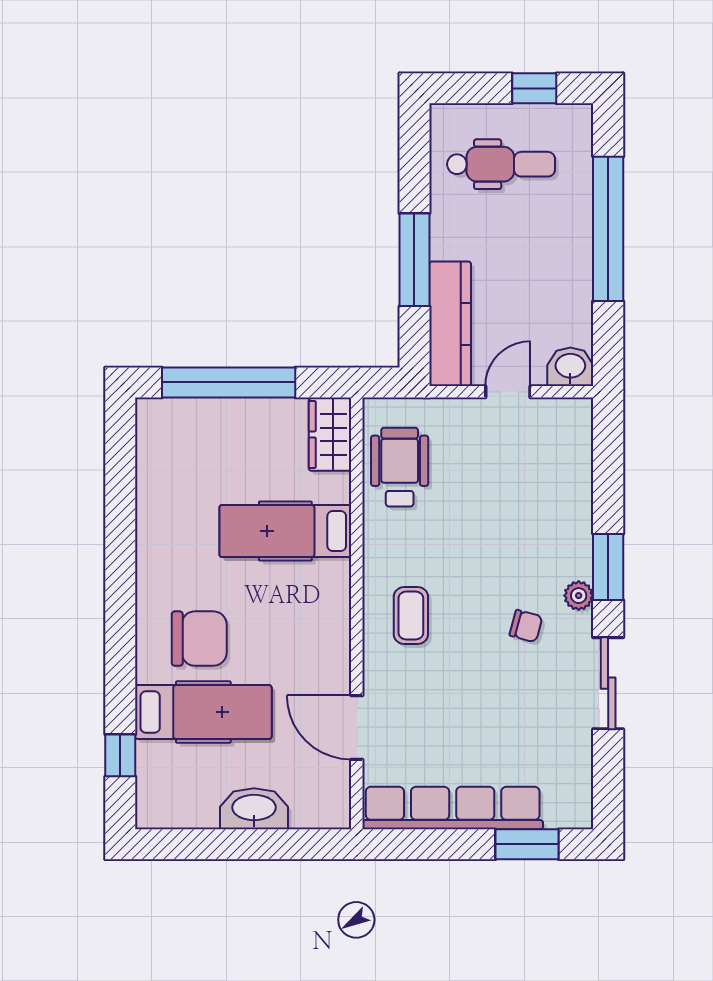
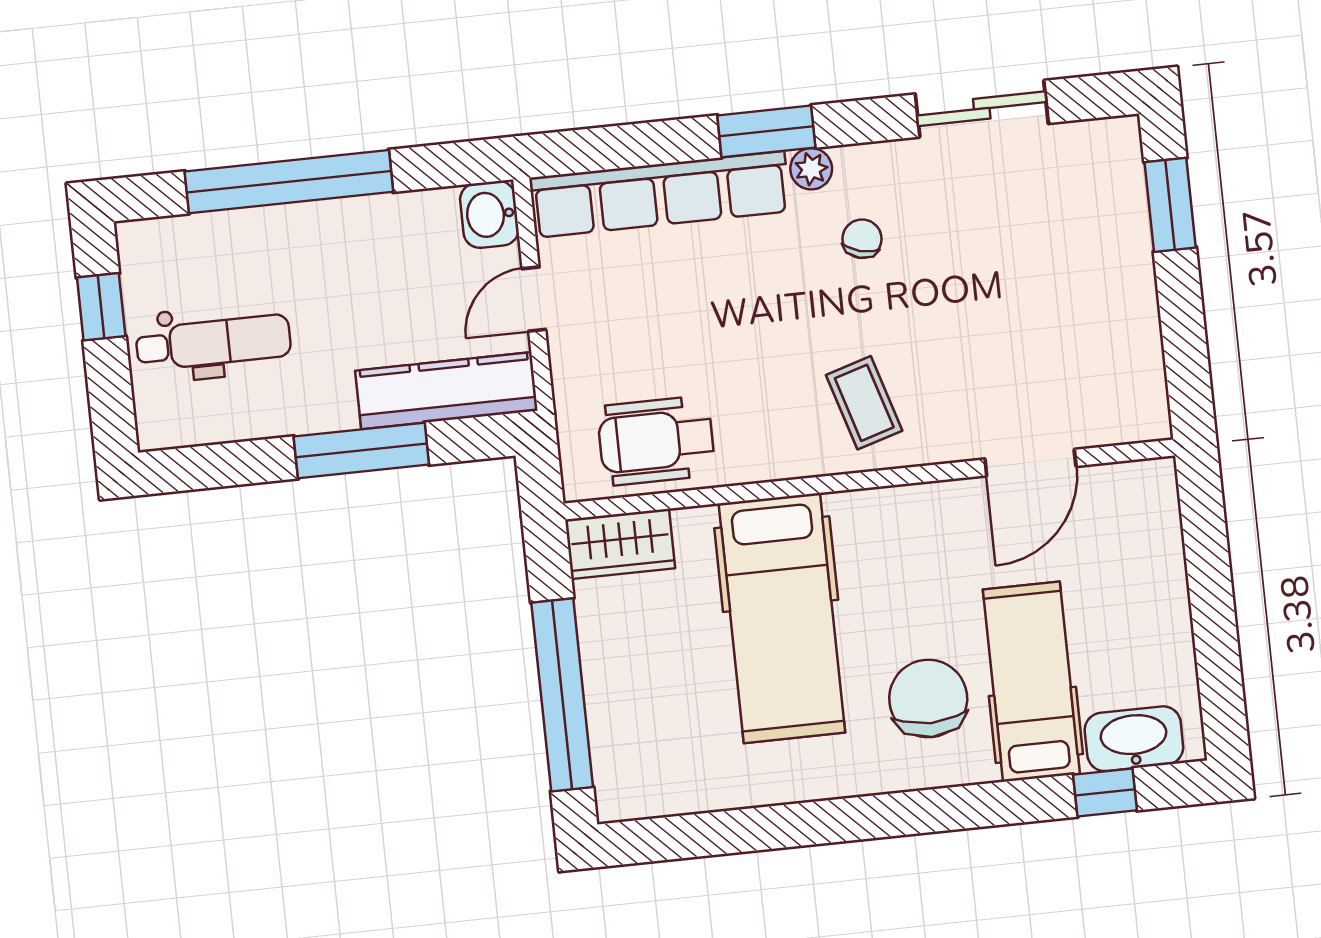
dental chair: (501, 164) -> (213, 342), turned 90
door: (508, 392) -> (534, 299), hinge flipped
hospital bed: (285, 531) -> (782, 618), width x1.37, depth x1.29
coffee table: (411, 616) -> (864, 403), turned 73
sliding door: (608, 683) -> (982, 109), moved
row of seats: (453, 808) -> (660, 194), moved, turned -90
washbasin: (254, 809) -> (1134, 739), moved, turned 90

